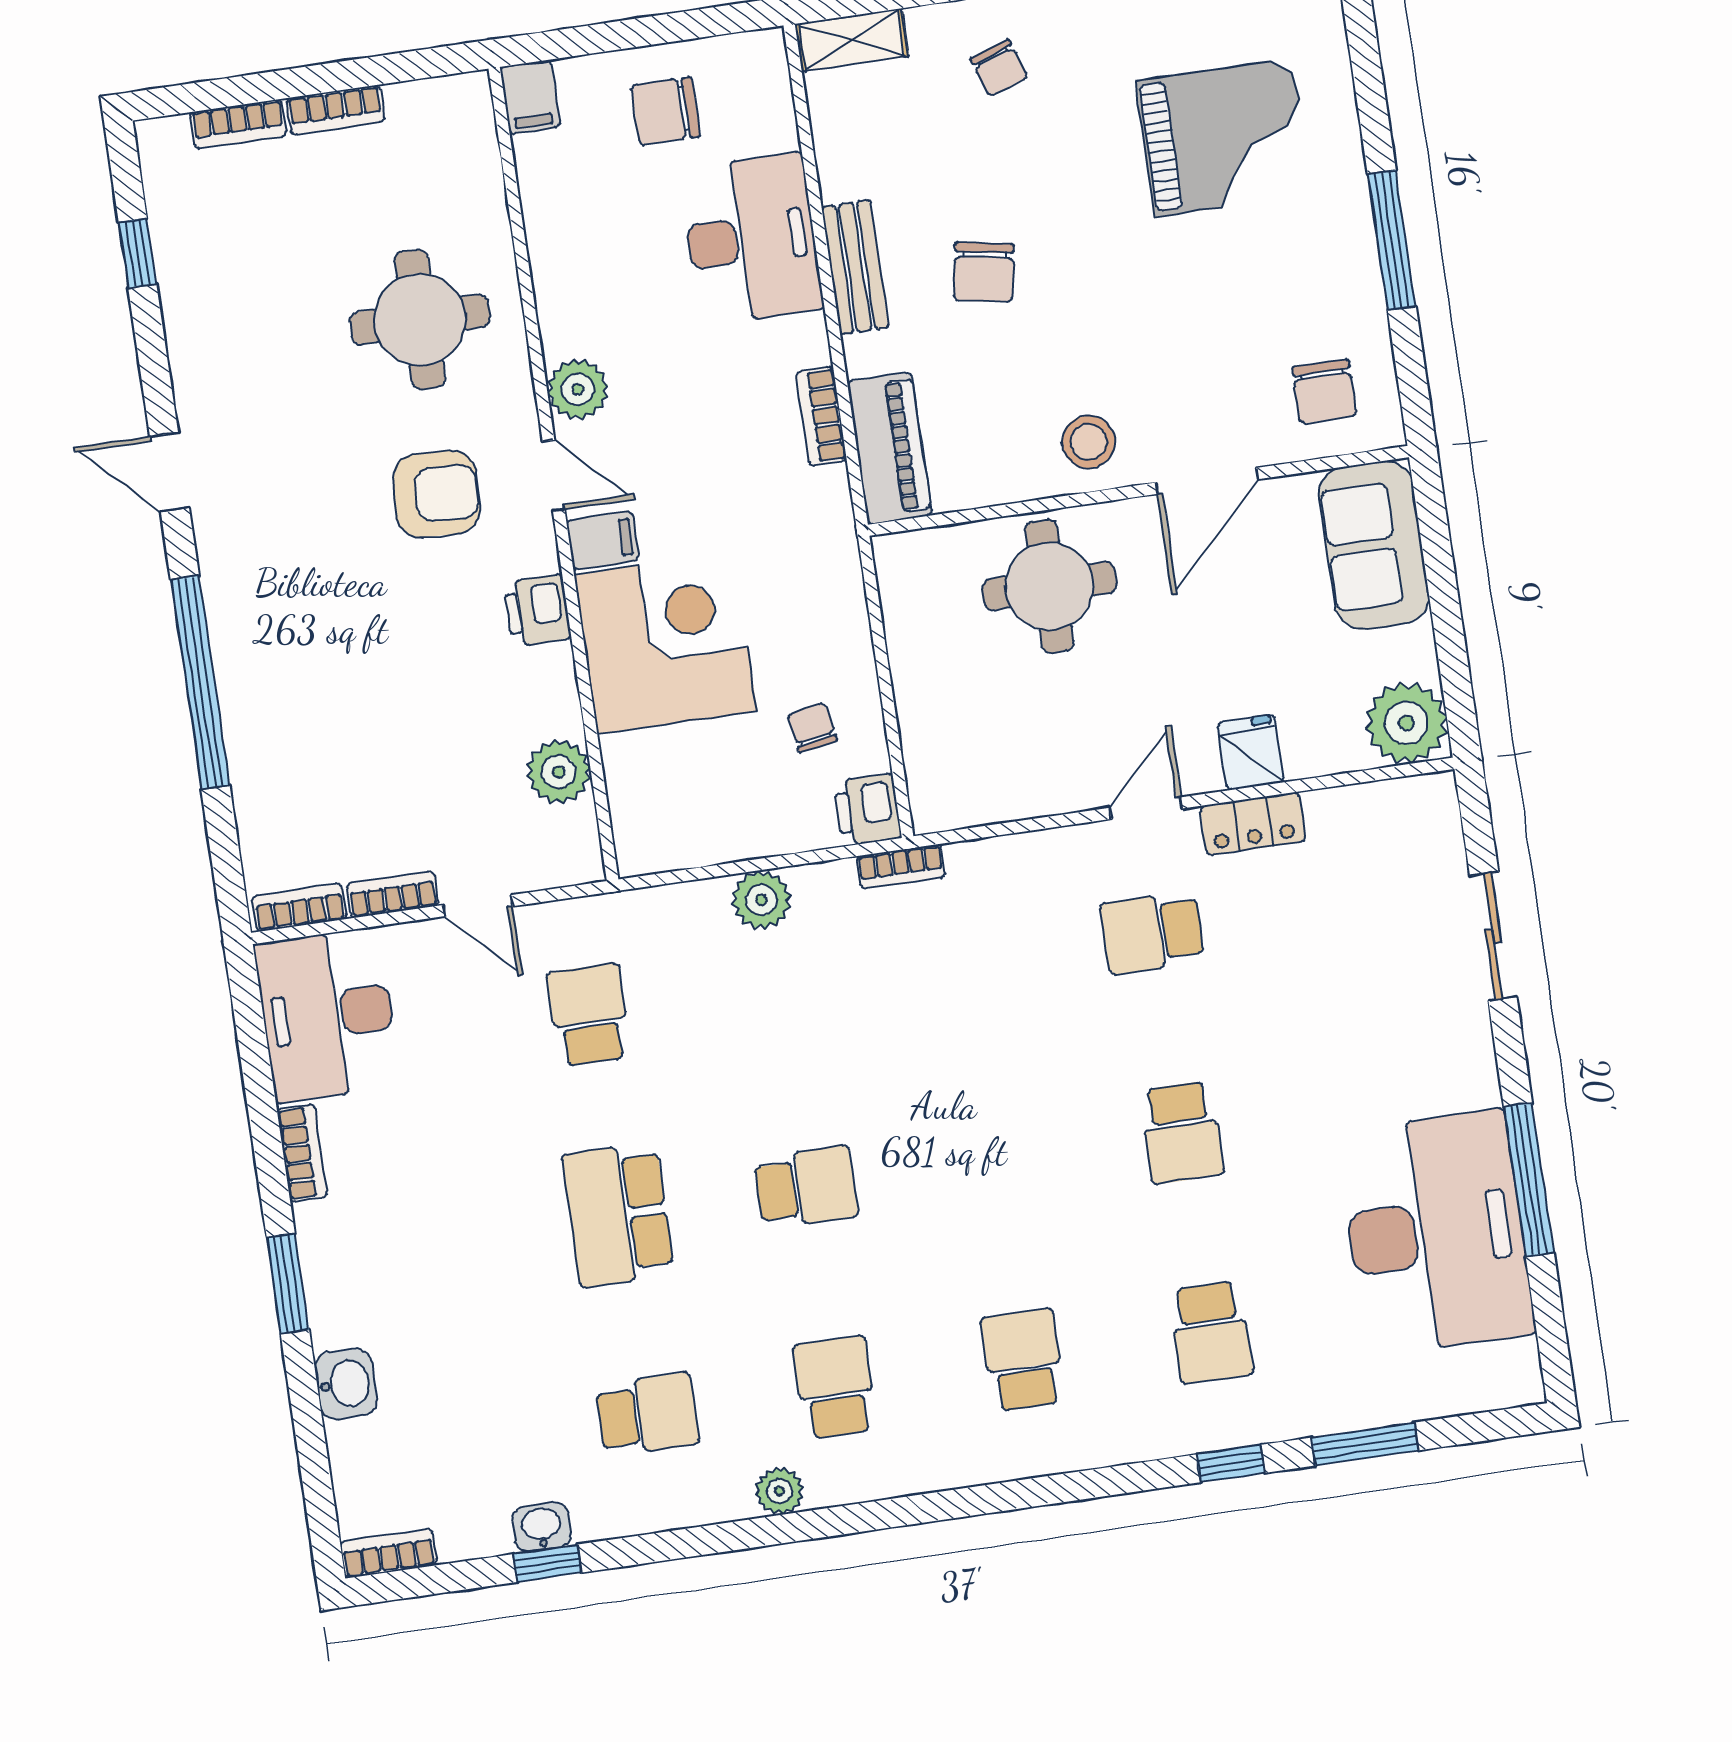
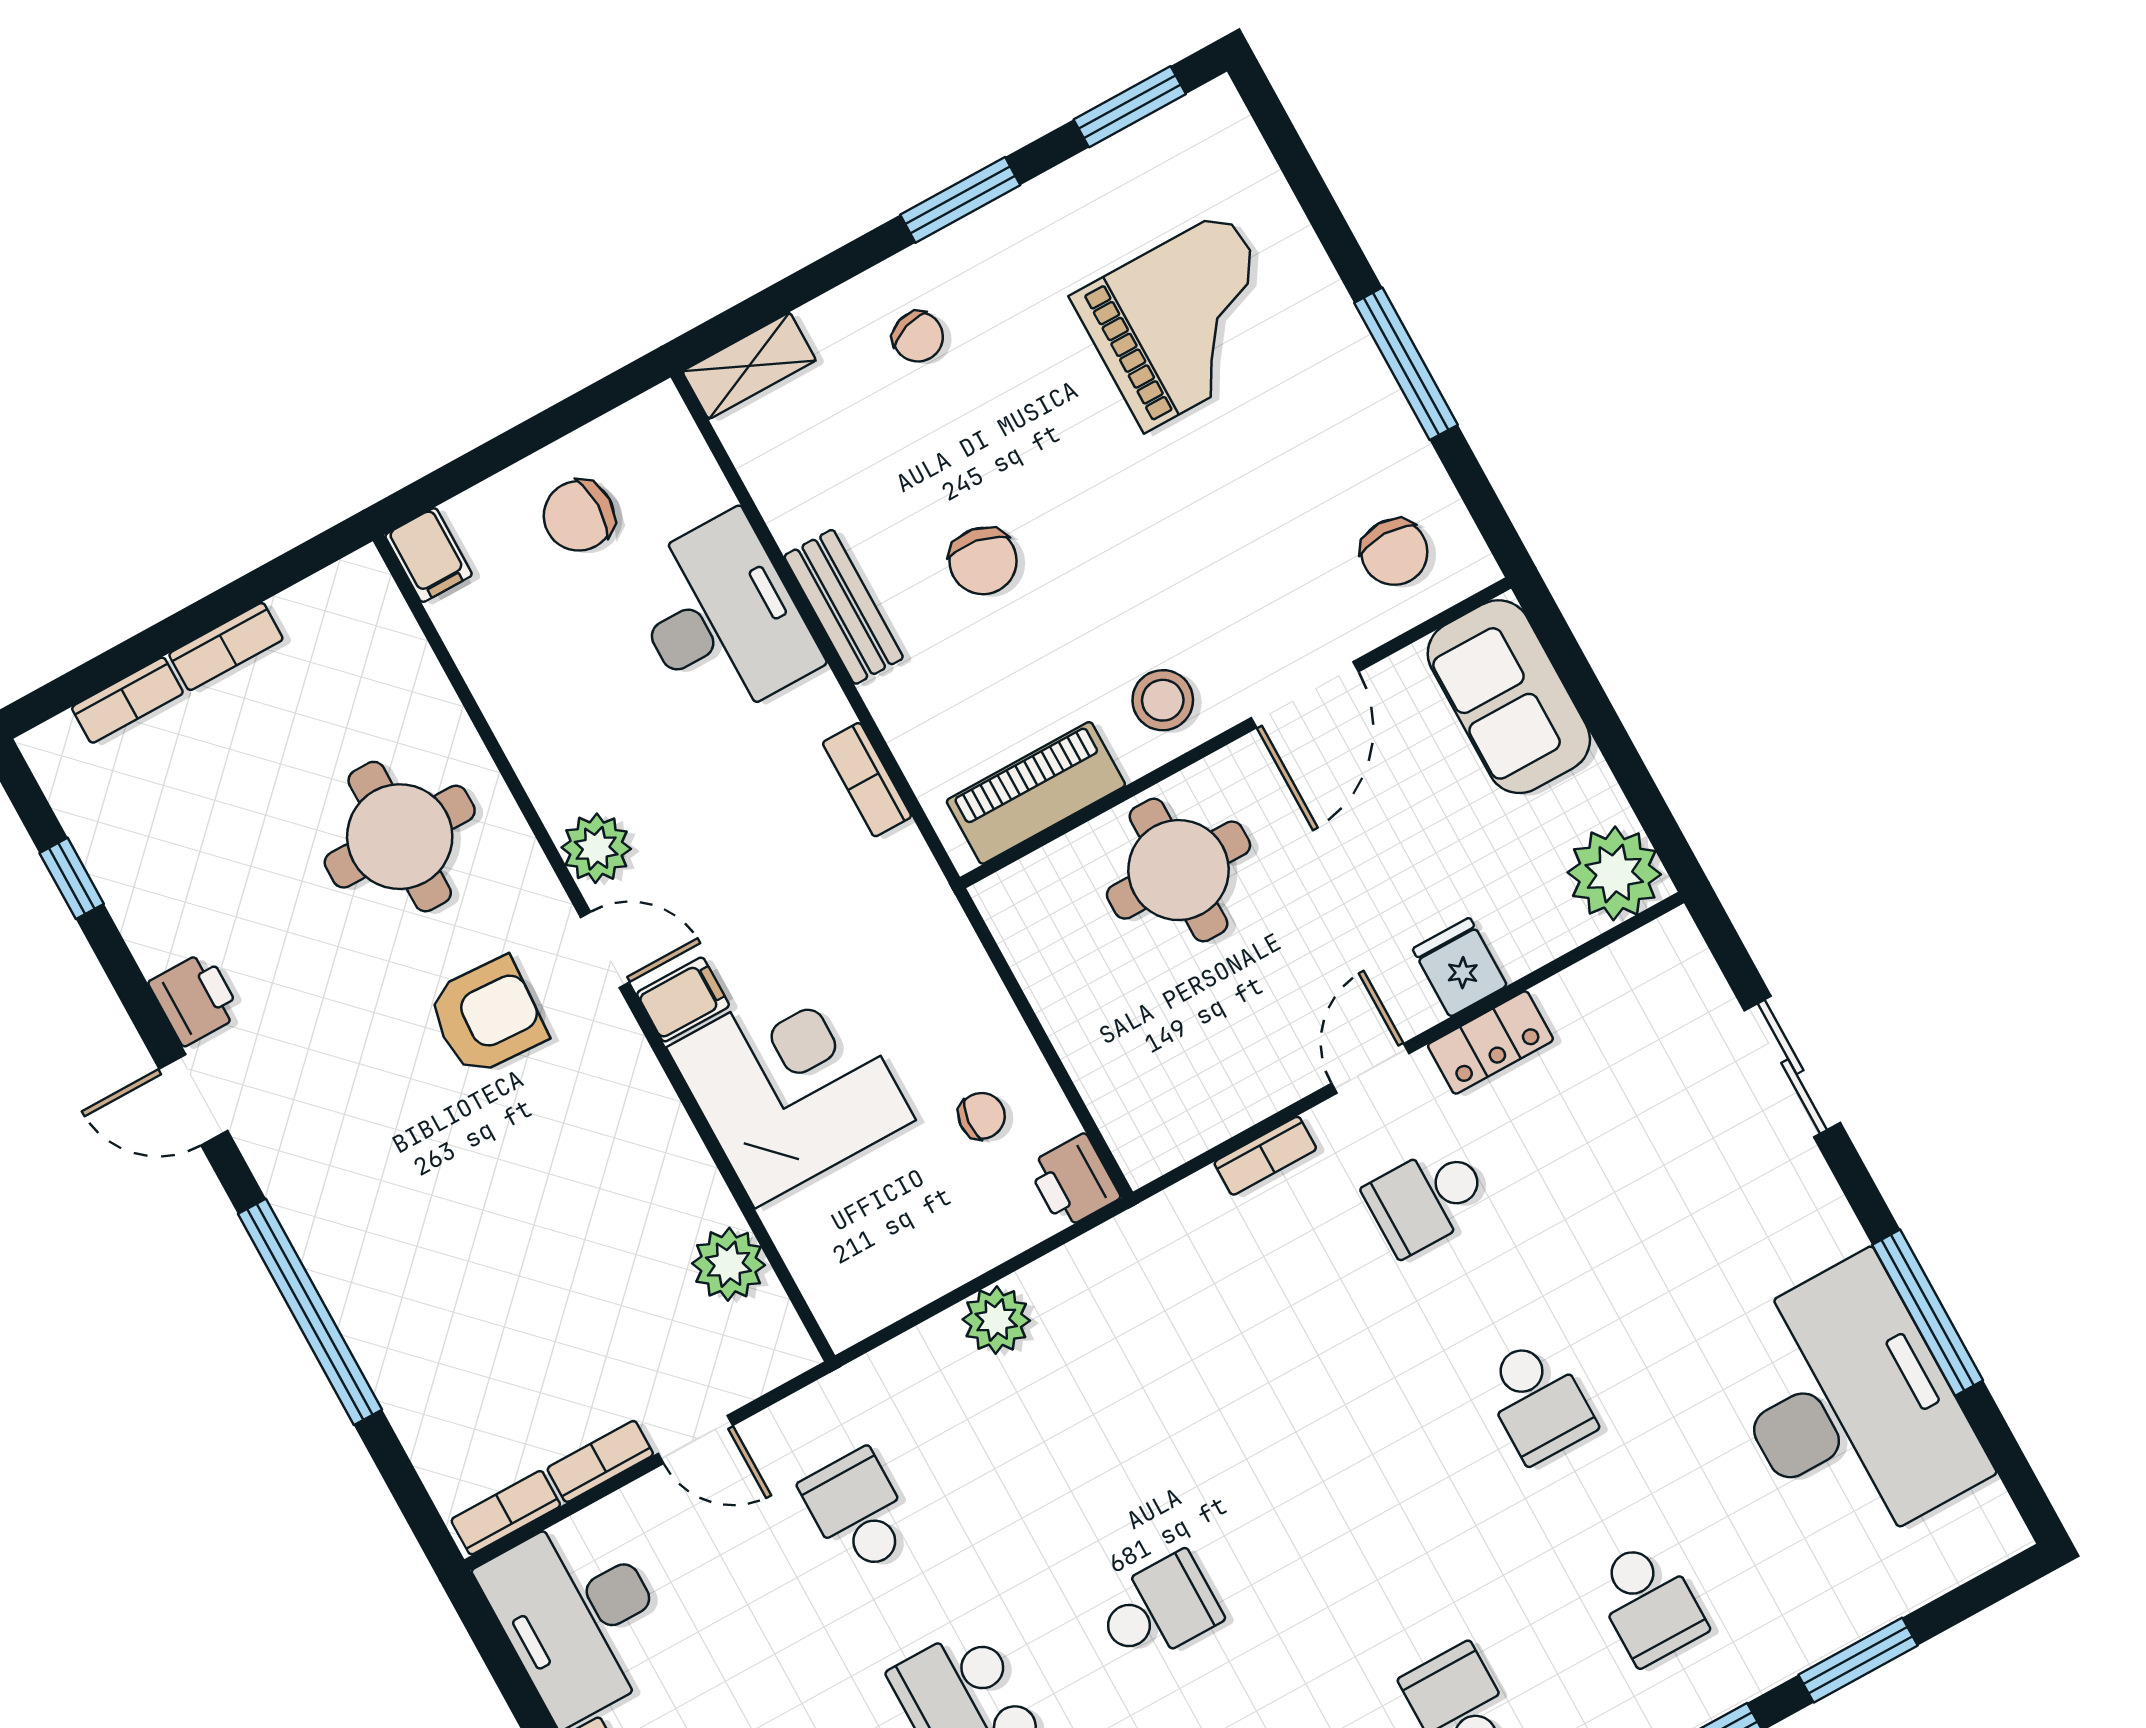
piano: (889, 448) -> (1036, 793), moved, turned -90
printer: (537, 610) -> (195, 999), moved, turned 180
chair: (812, 728) -> (982, 1116), turned 105
bookcase: (901, 867) -> (1265, 1156), moved

